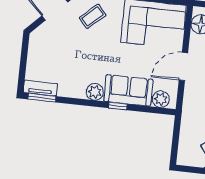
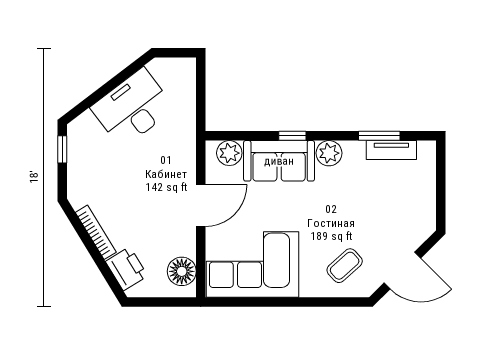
tv unit: (40, 88) -> (391, 150), moved
window: (42, 98) -> (379, 136), moved

